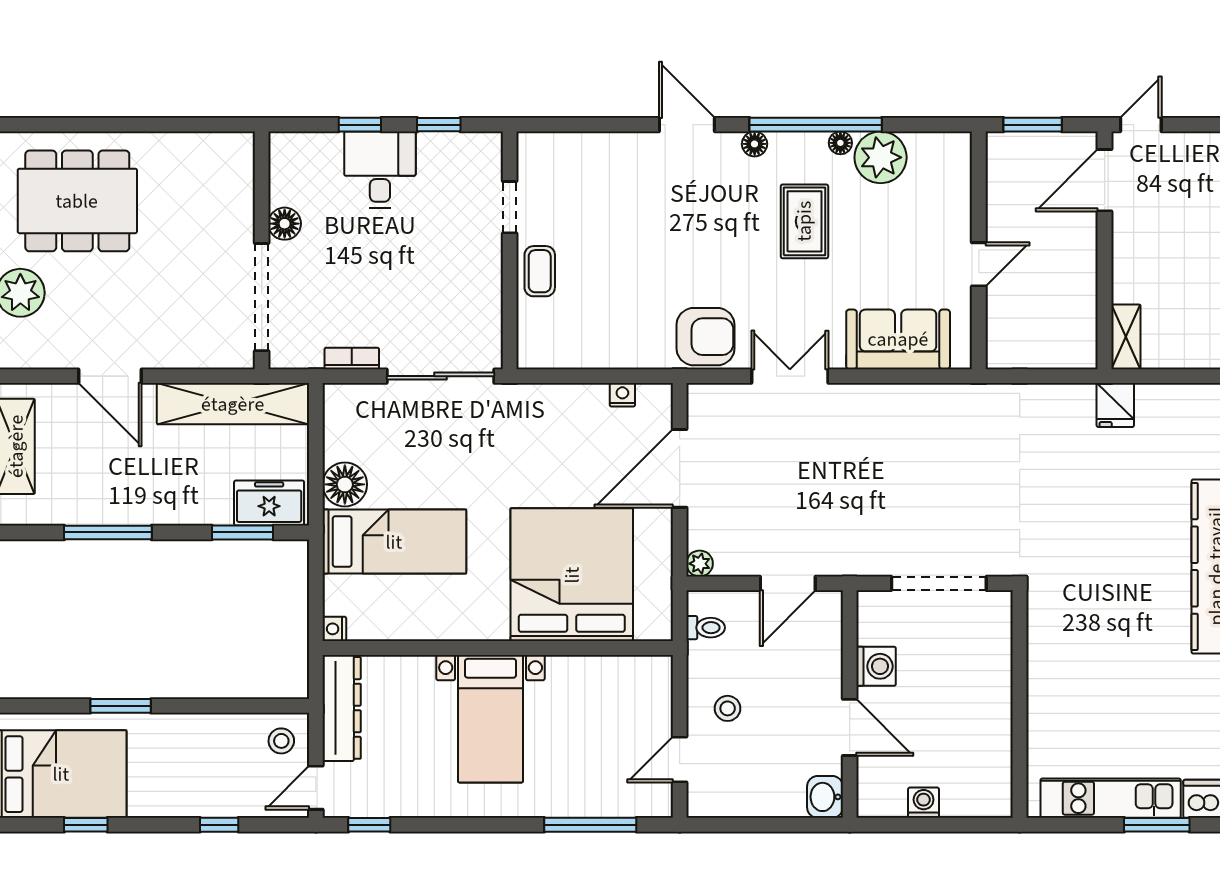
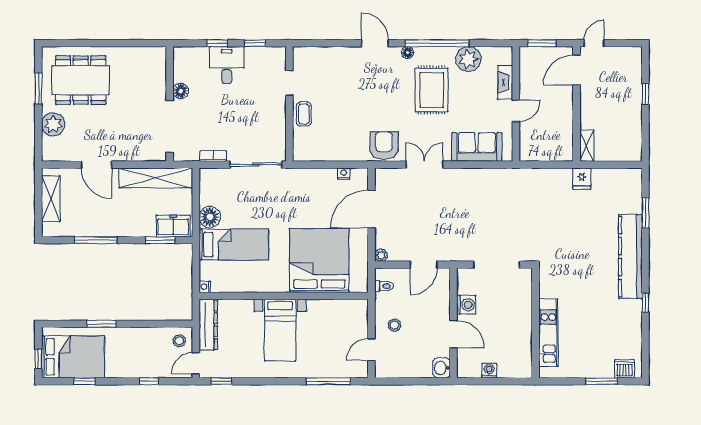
floor lamp: (840, 143) -> (449, 52), removed
fireplace: (957, 206) -> (505, 82), added
rug: (804, 221) -> (432, 90), width x1.36, depth x1.43
armchair: (705, 337) -> (384, 146), turned -90
kitchen unit: (1111, 798) -> (548, 333), moved, turned 90

